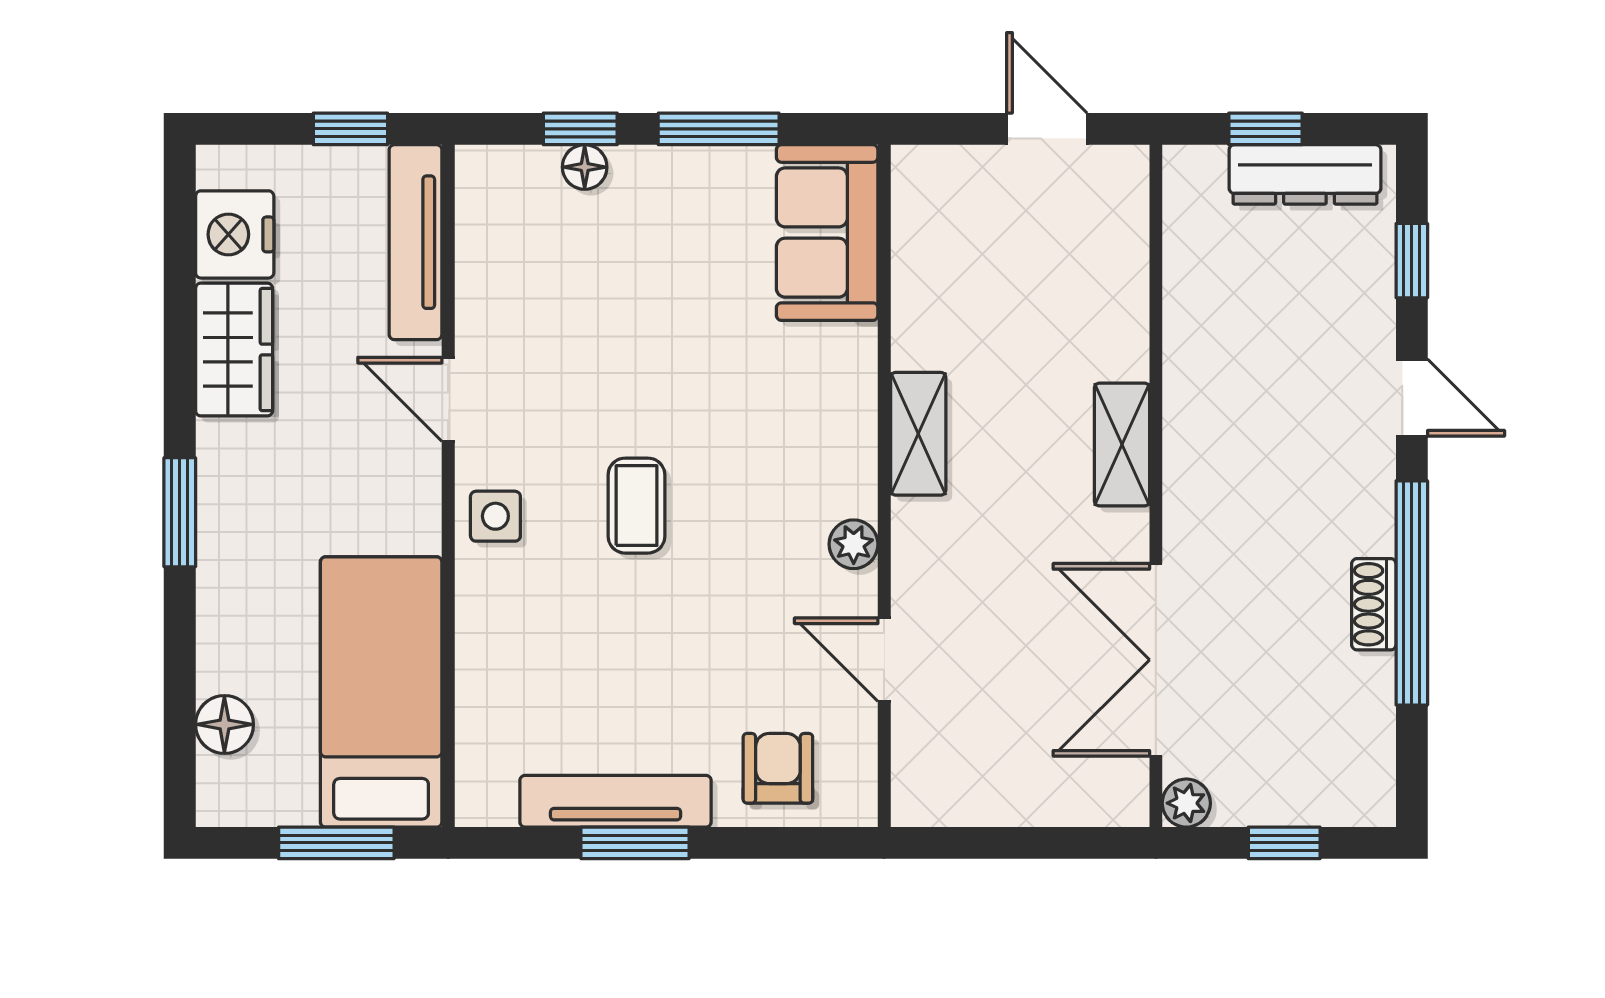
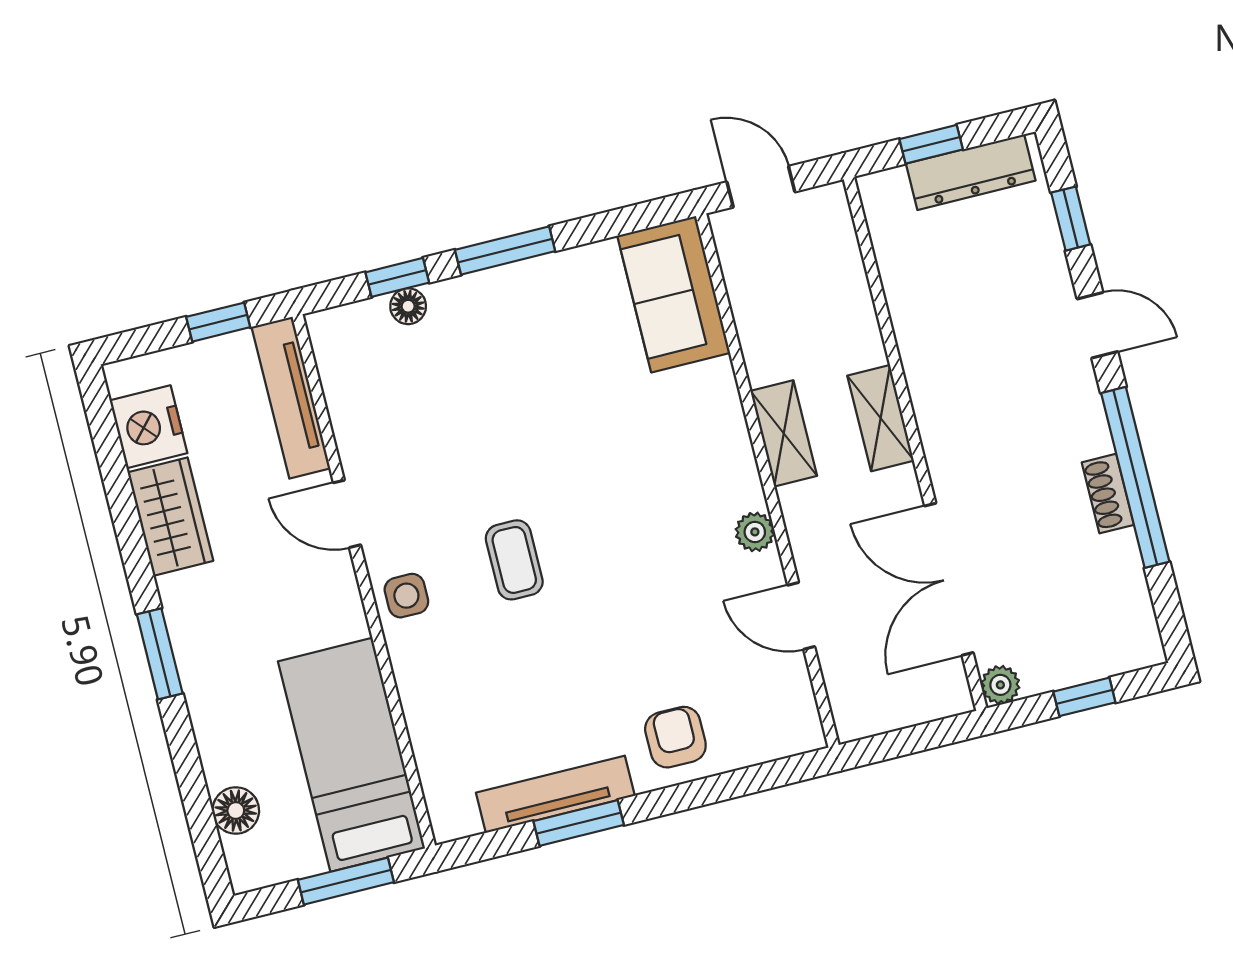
sofa: (827, 233) -> (674, 294), moved
shelving: (918, 434) -> (784, 433), moved
wall: (884, 486) -> (767, 481), moved
plant: (854, 544) -> (755, 532), moved
door: (884, 660) -> (801, 616), moved

